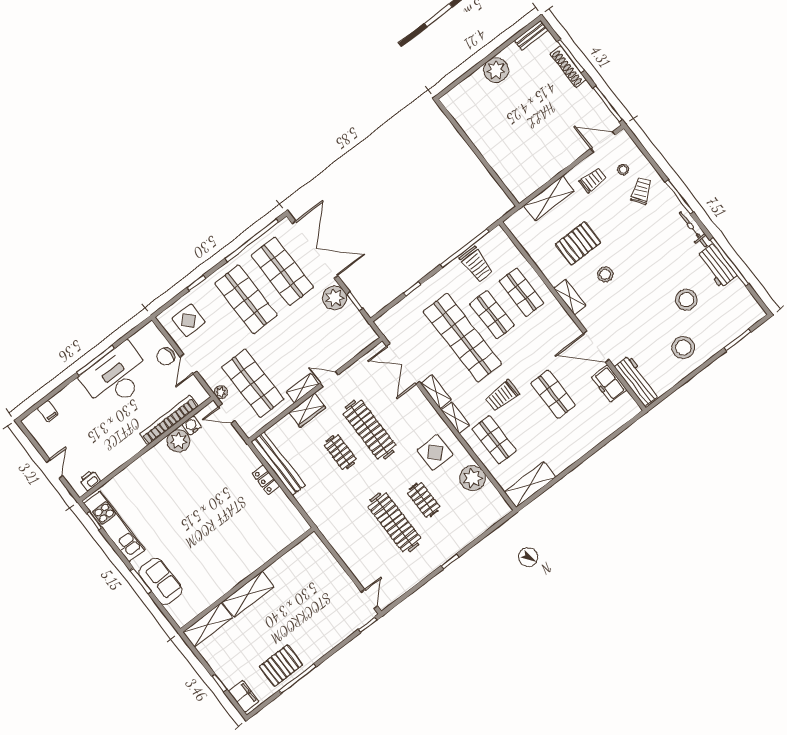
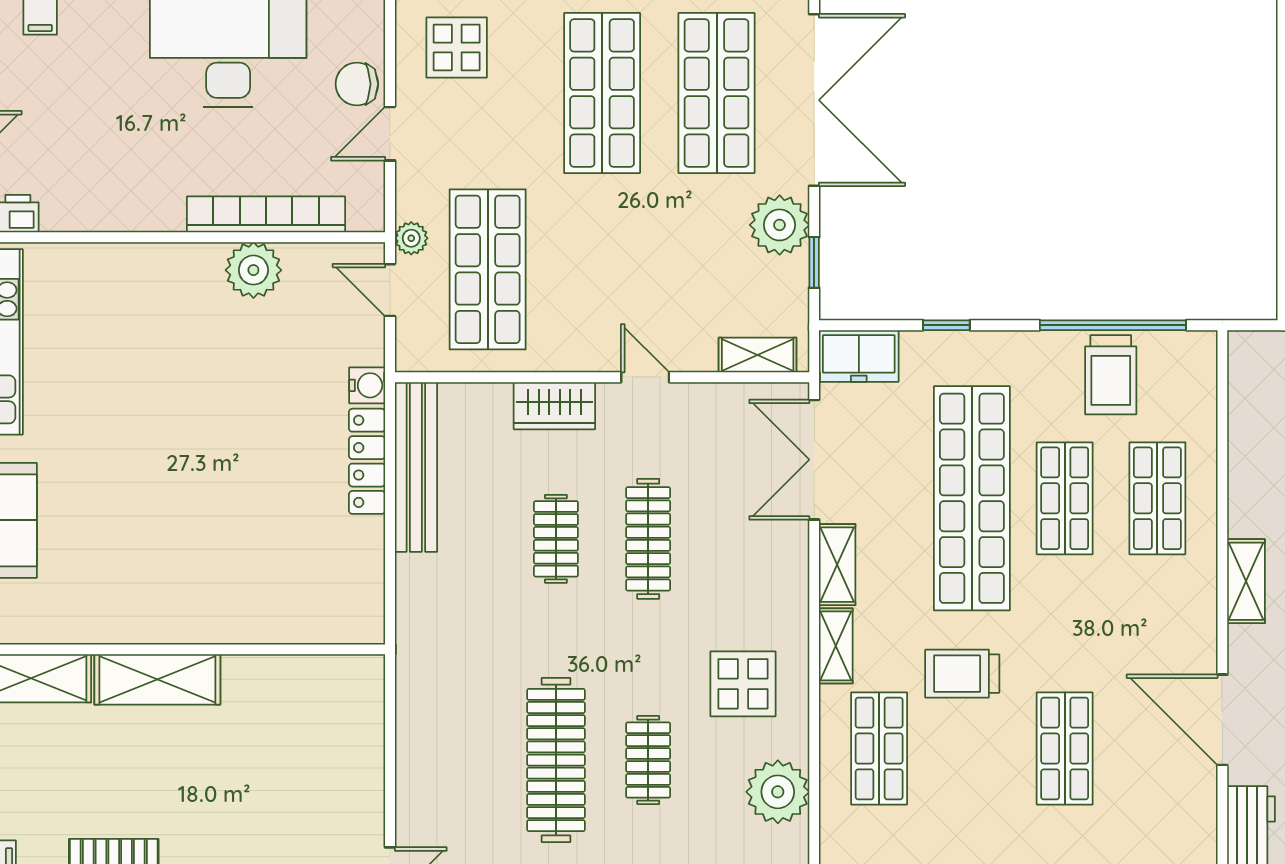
freezer: (609, 384) -> (859, 356), moved, turned -90
shelving: (303, 388) -> (758, 355), moved
water cooler: (192, 426) -> (367, 385), moved, turned 90
clothes rail: (370, 430) -> (648, 539), width x0.73, depth x0.76
locker: (266, 480) -> (367, 461), width x1.53

